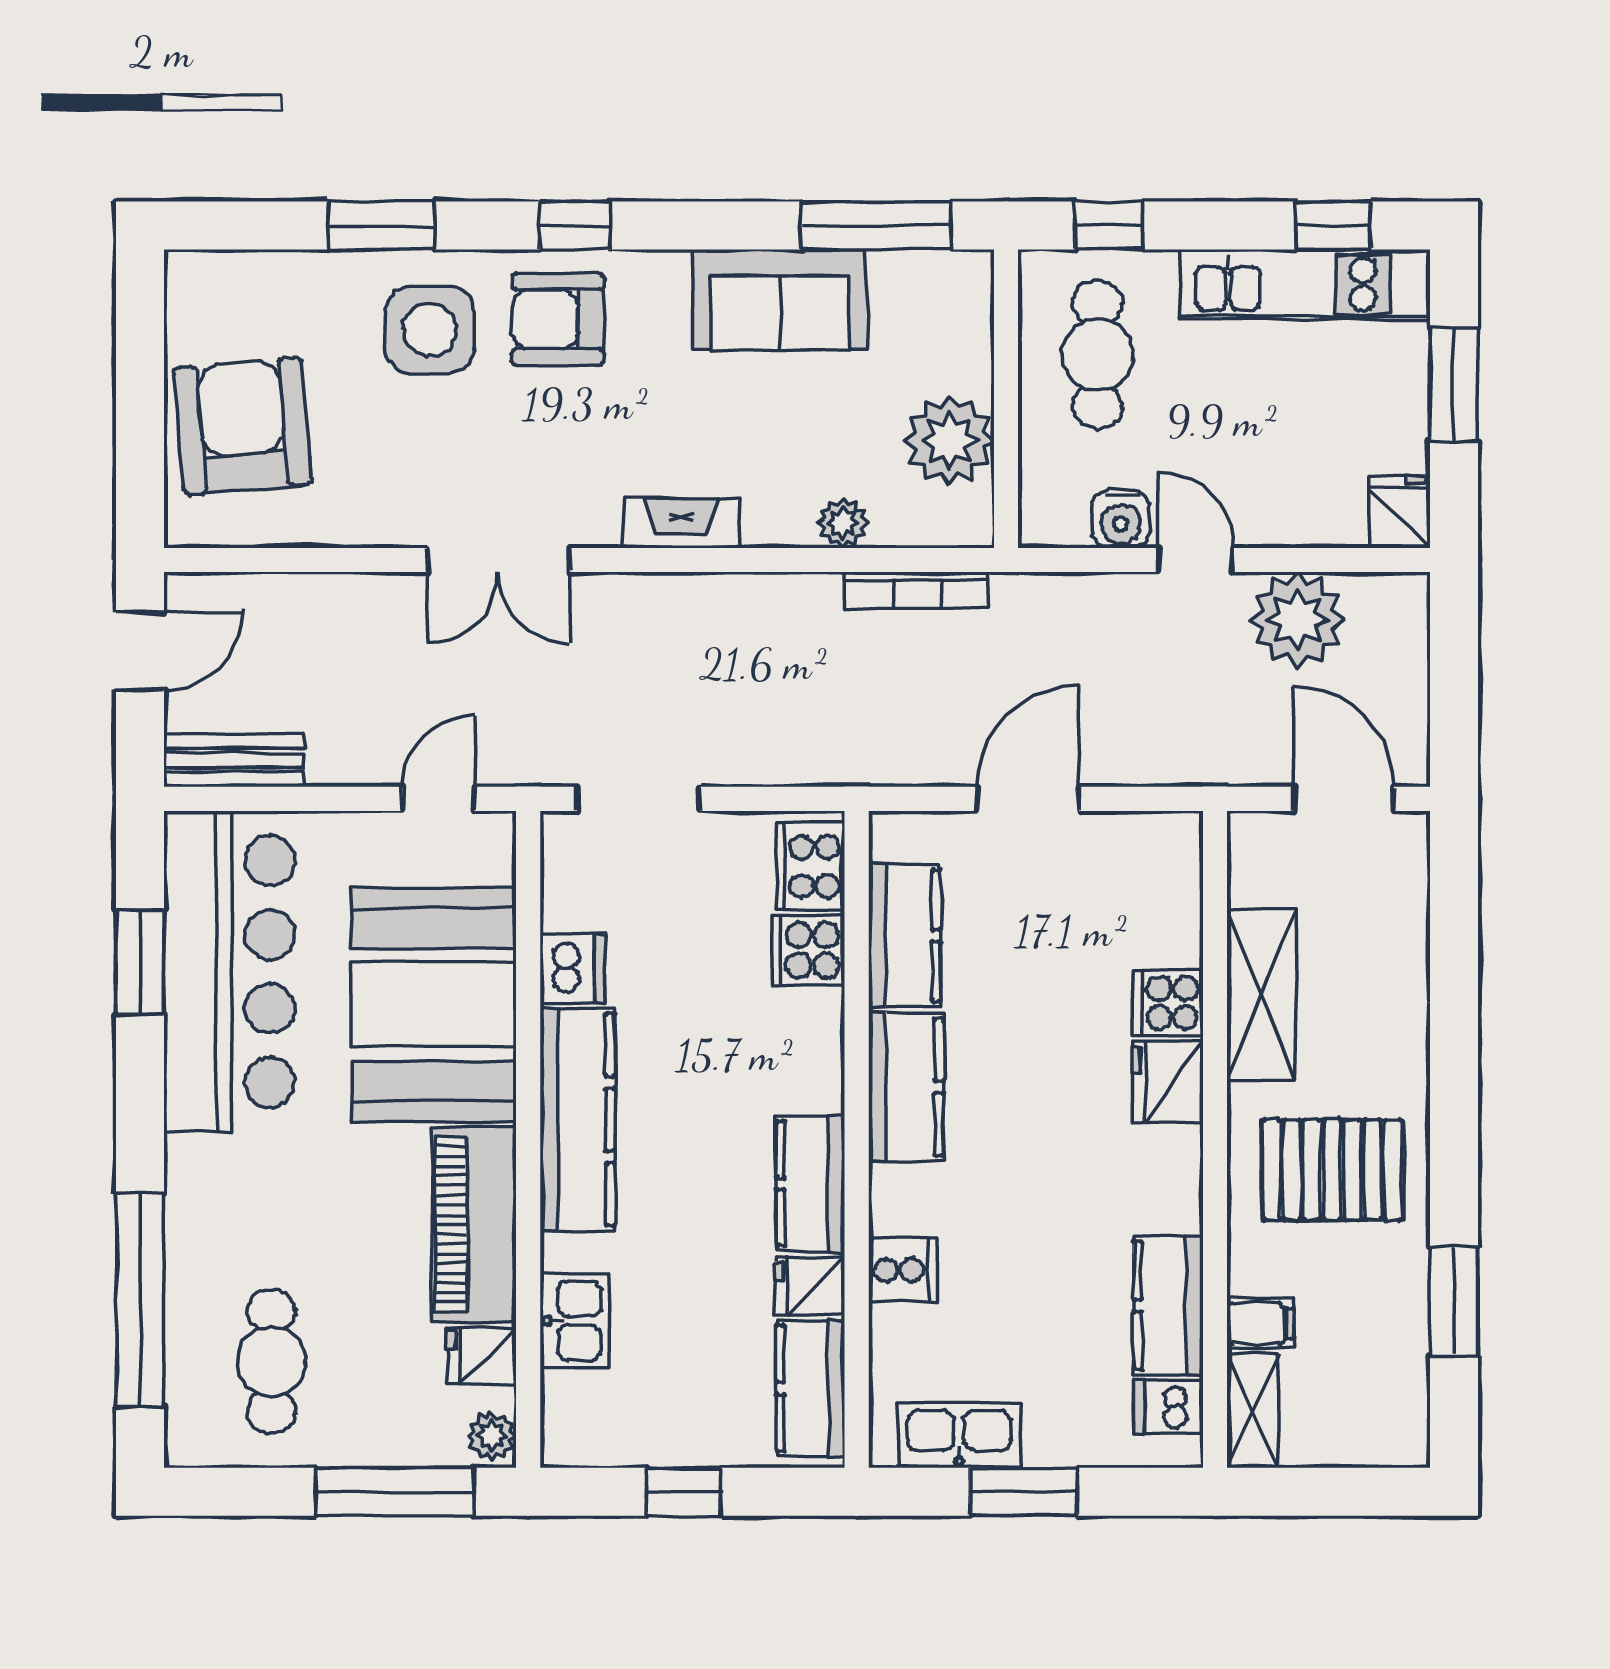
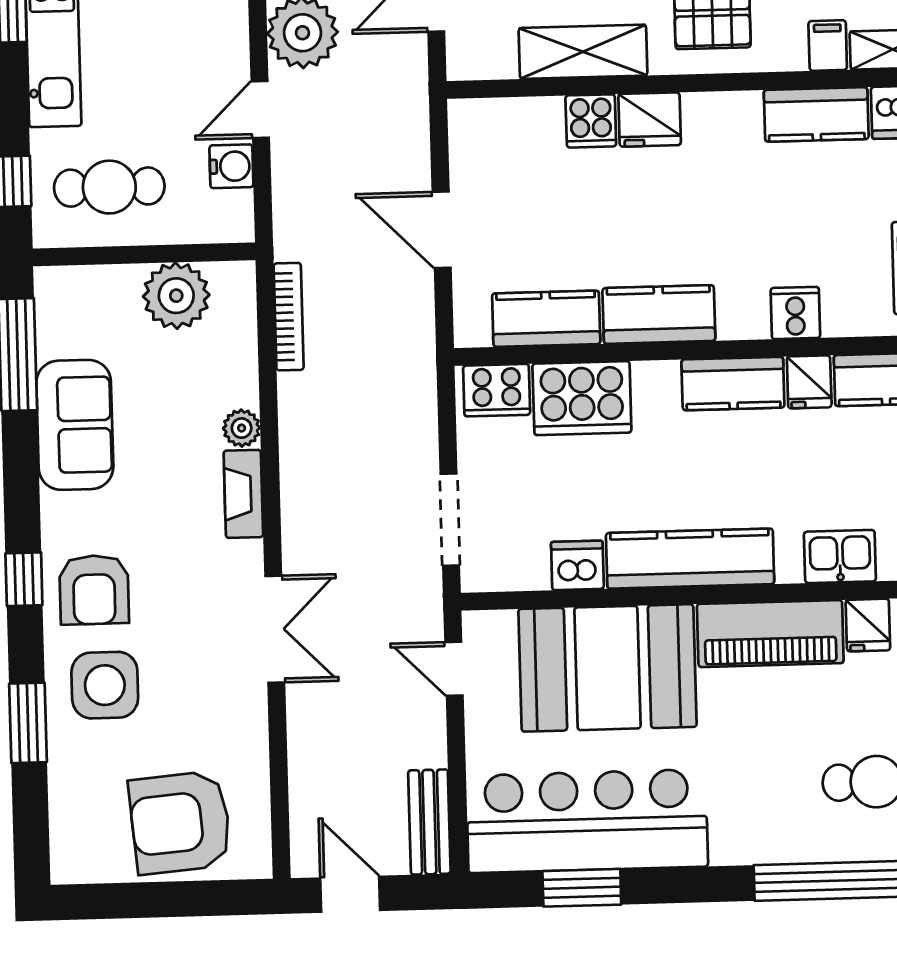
plant: (843, 523) -> (242, 428), moved
cooker: (808, 950) -> (582, 398), width x1.87, depth x1.31

